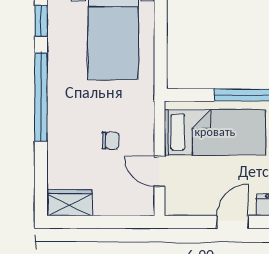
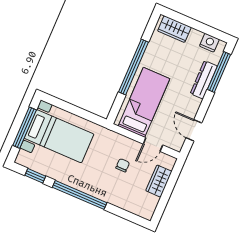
wardrobe: (69, 203) -> (159, 181), moved
door: (233, 222) -> (194, 130), moved

